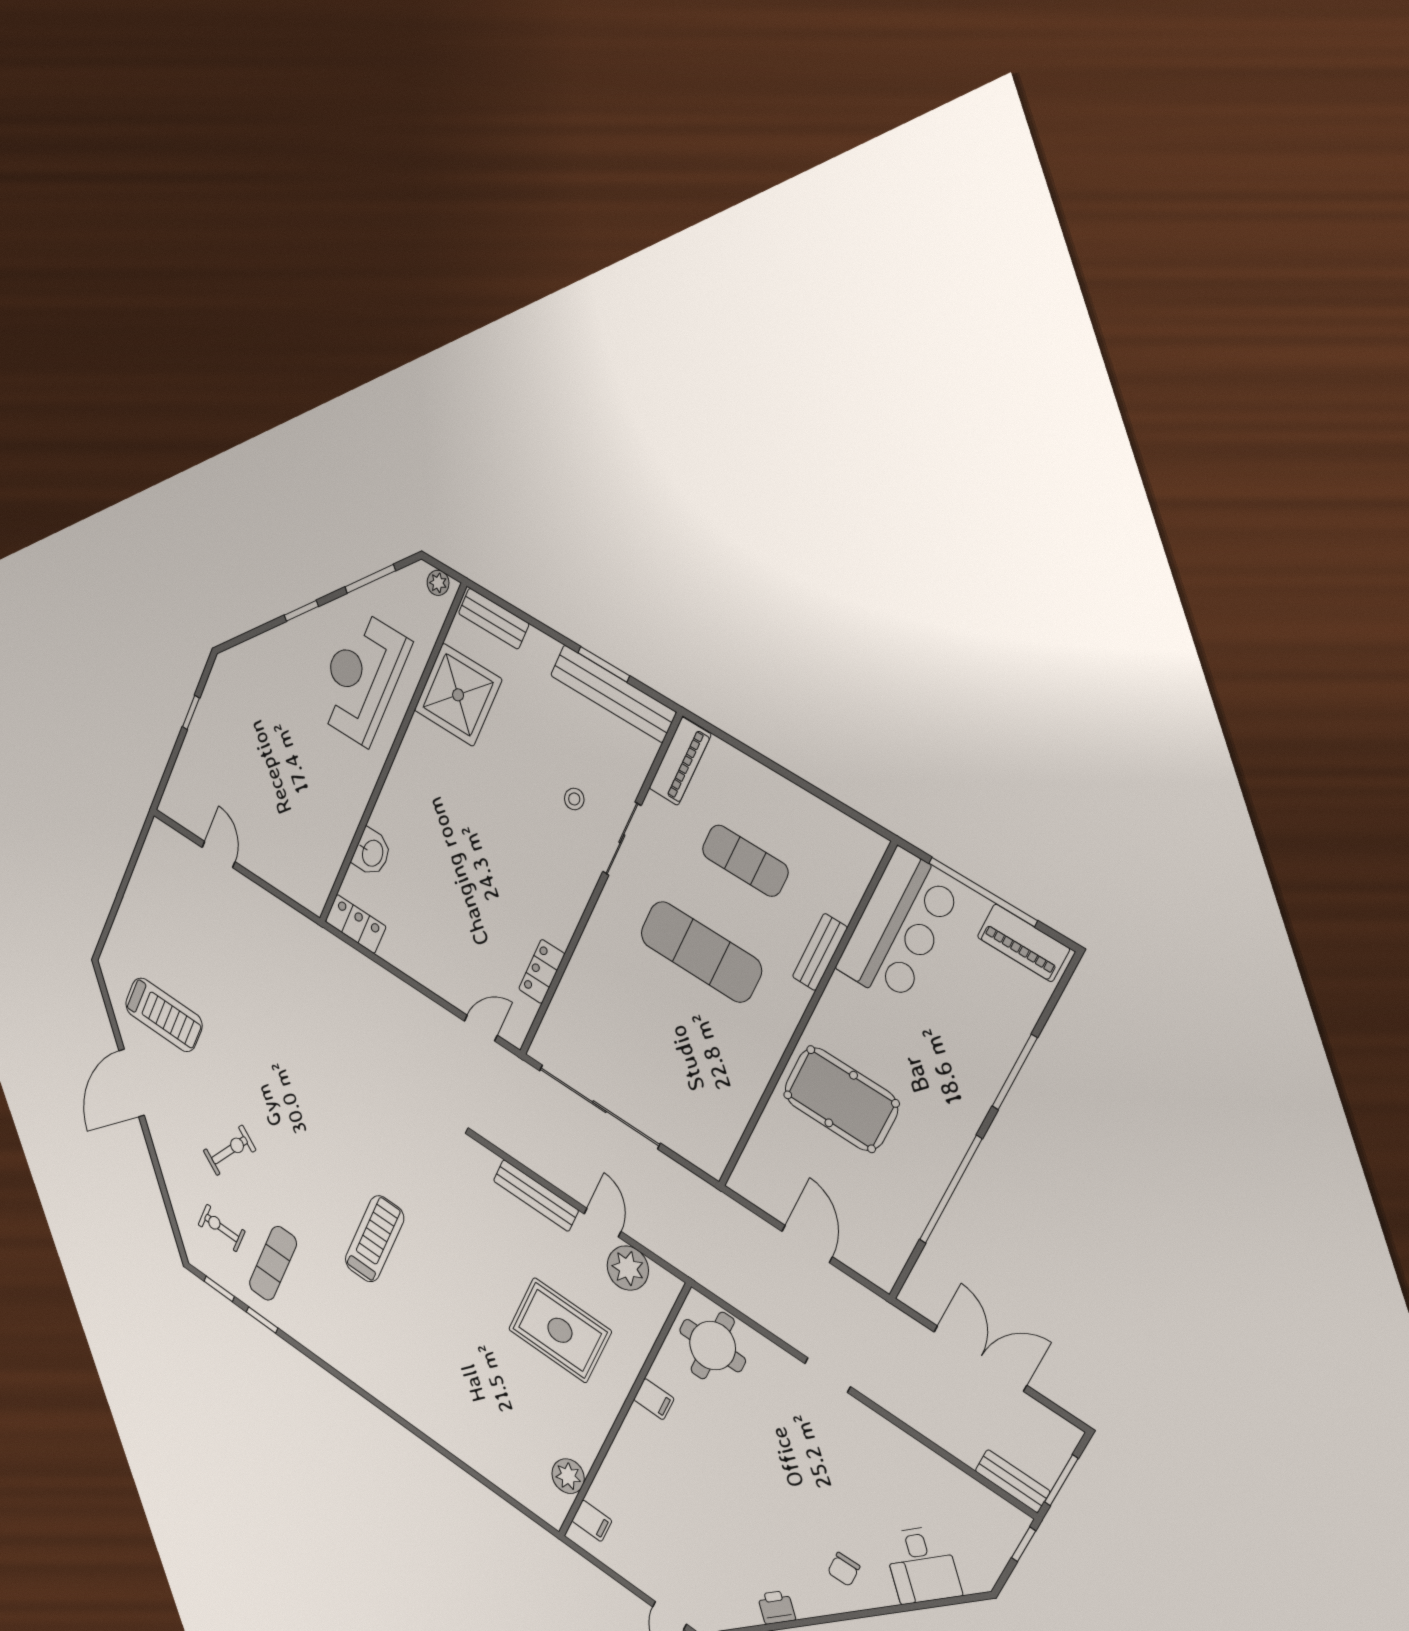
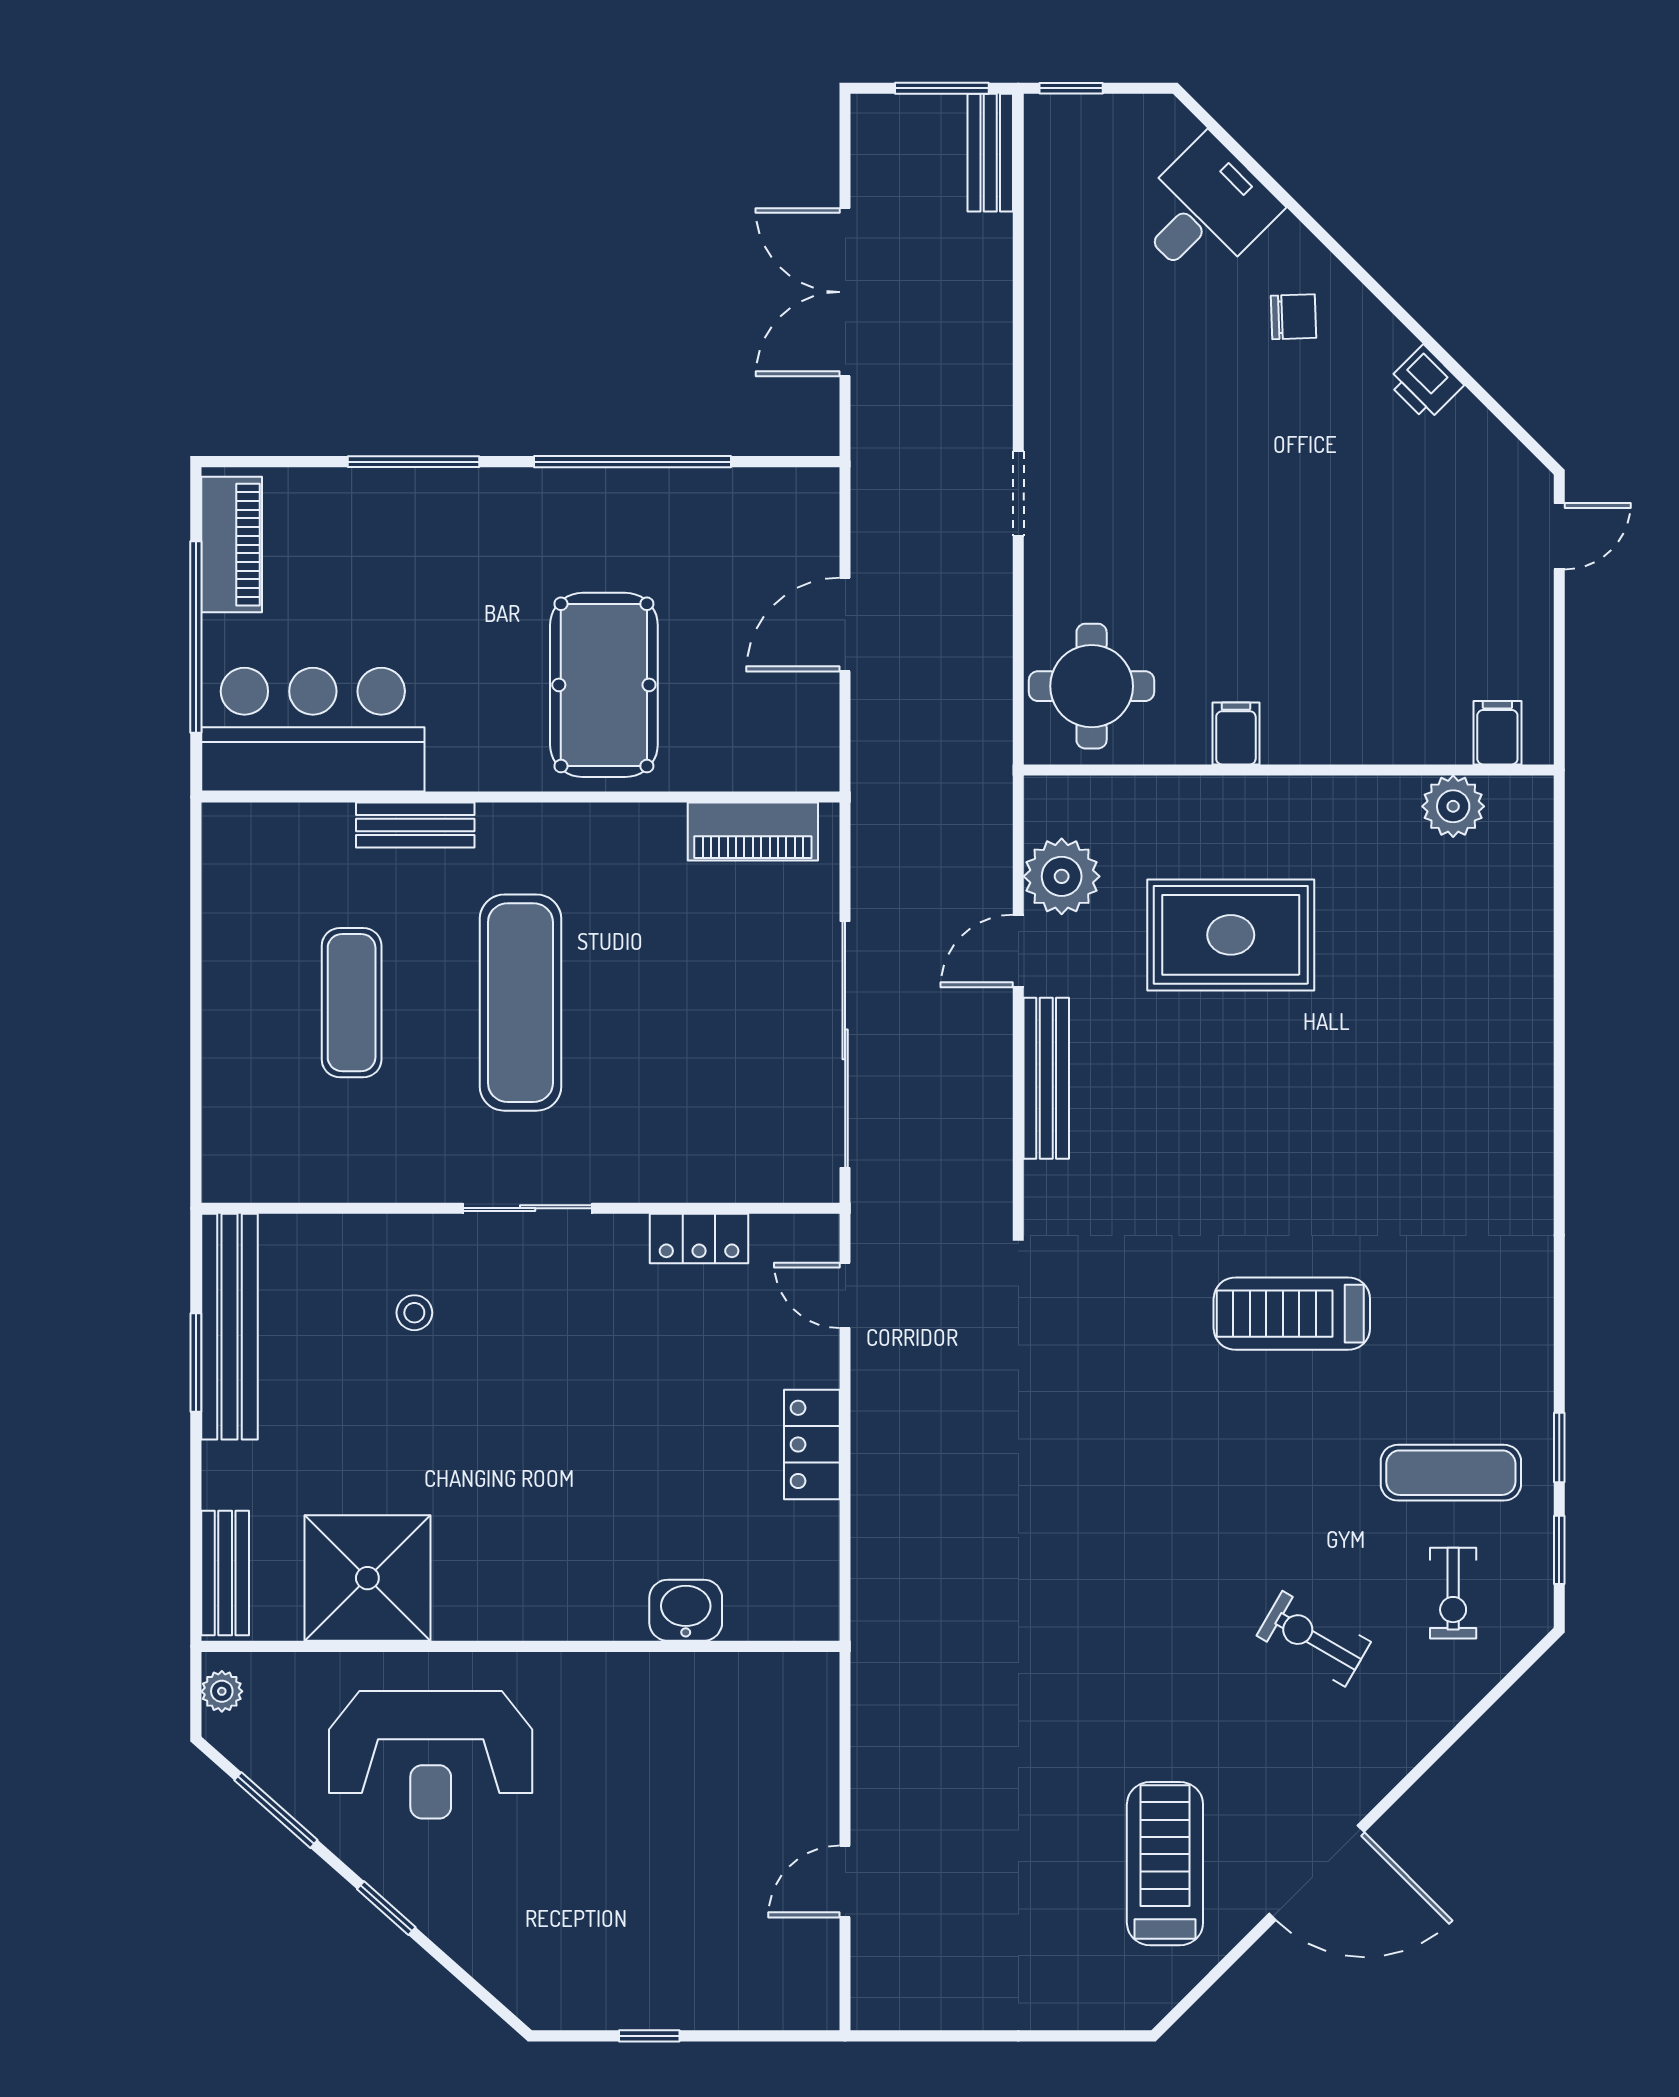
piano: (680, 761) -> (753, 831), moved, turned 180
sliding door: (622, 839) -> (528, 1208), moved
locker: (356, 924) -> (812, 1444), moved
rug: (560, 1330) -> (1231, 935), turned 90

